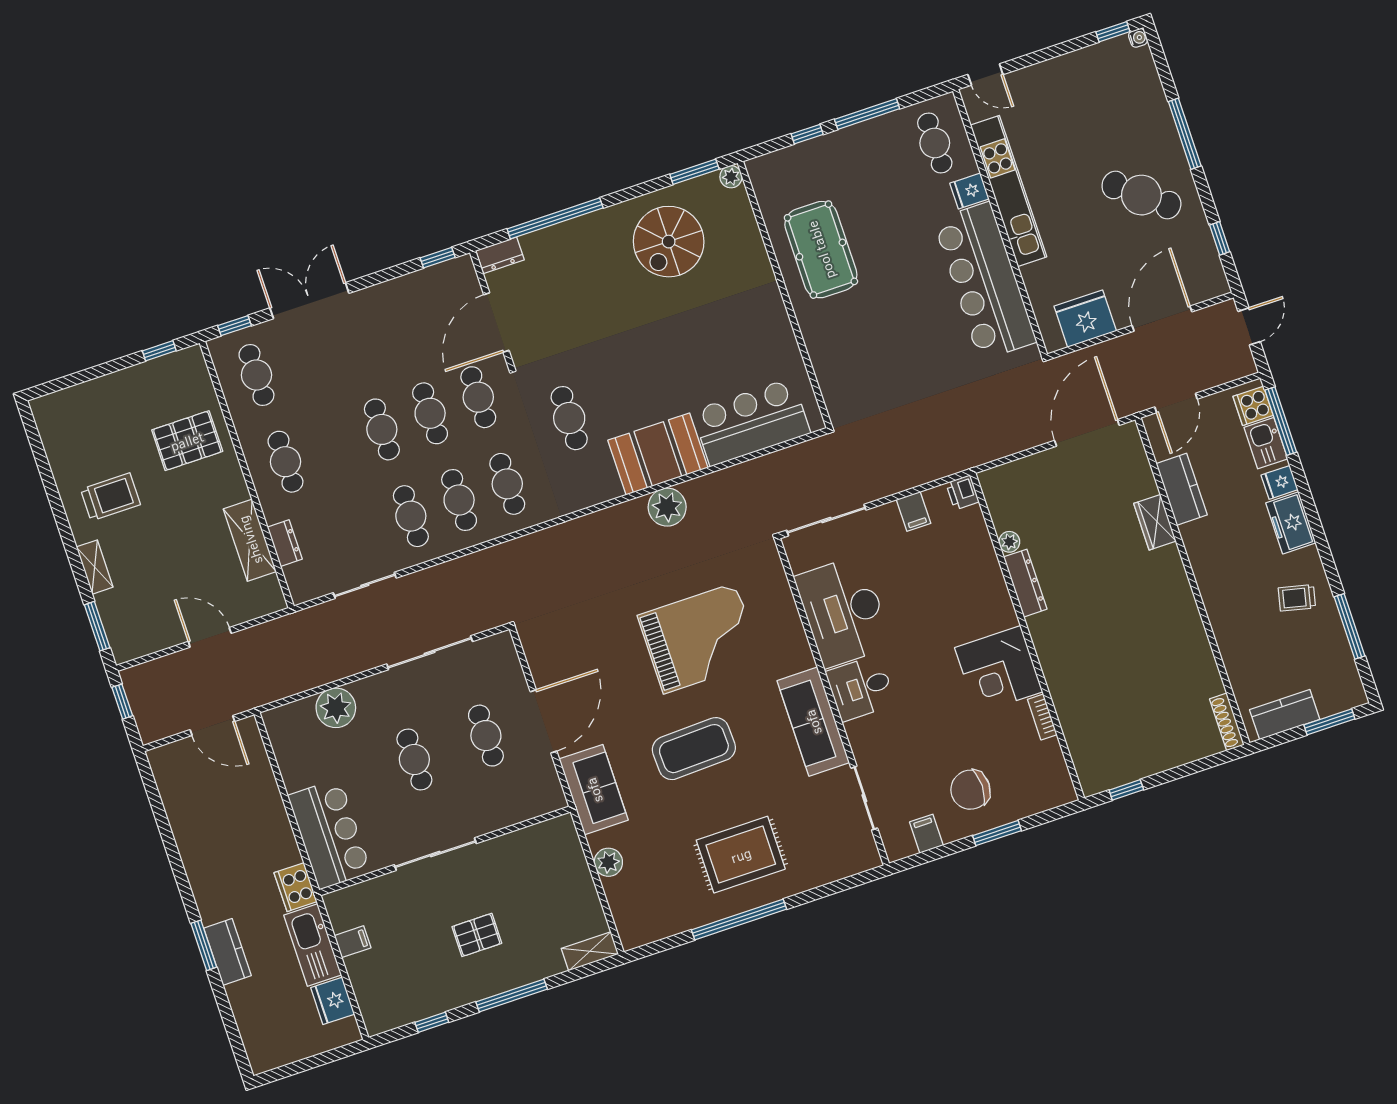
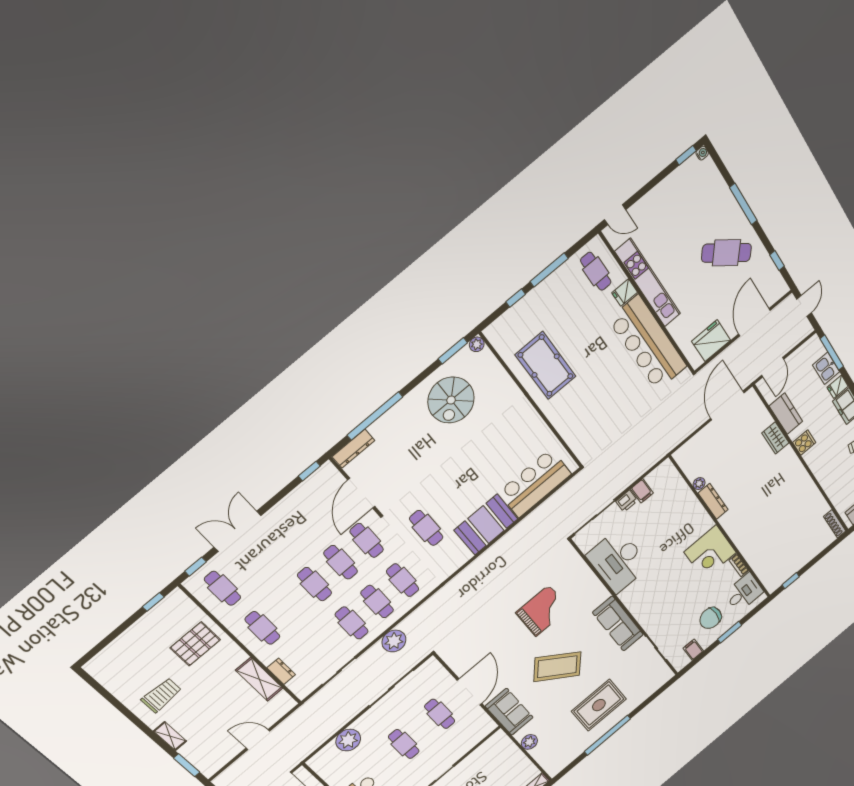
dresser: (500, 255) -> (353, 449), width x1.44
cooker: (1253, 406) -> (804, 443), moved, turned 180
printer: (962, 492) -> (627, 501), moved, turned -90
plant: (667, 507) -> (394, 641), moved
grand piano: (699, 638) -> (542, 611), width x0.73, depth x0.68
desk: (861, 688) -> (744, 593), moved, turned 180
coffee table: (694, 749) -> (557, 667), turned 40

